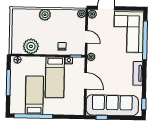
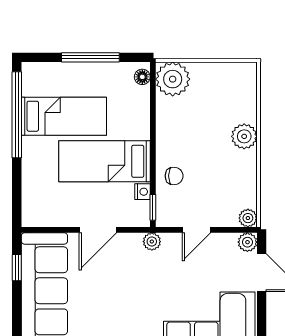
plant: (31, 46) -> (173, 79), moved

